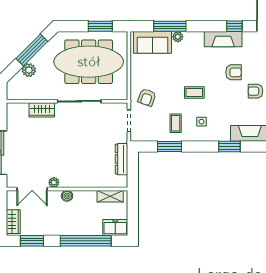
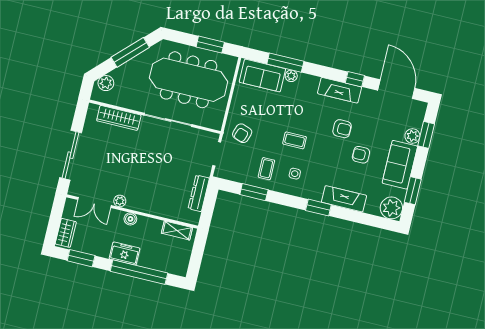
plant: (29, 70) -> (106, 83), moved
wardrobe: (42, 110) -> (119, 118), width x1.50
freezer: (115, 227) -> (125, 254), moved

